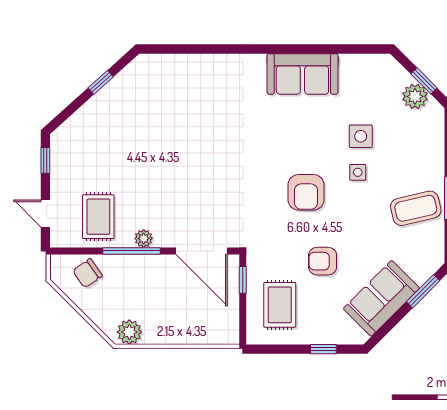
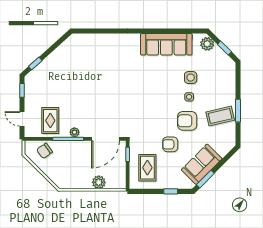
sofa: (302, 74) -> (166, 44), width x1.36
window: (101, 82) -> (35, 63), moved
plant: (415, 96) -> (207, 44), moved
armchair: (306, 192) -> (187, 121), moved, turned 90
door: (202, 251) -> (106, 139), hinge flipped
window: (423, 291) -> (205, 179), moved
plant: (129, 332) -> (99, 182), moved

